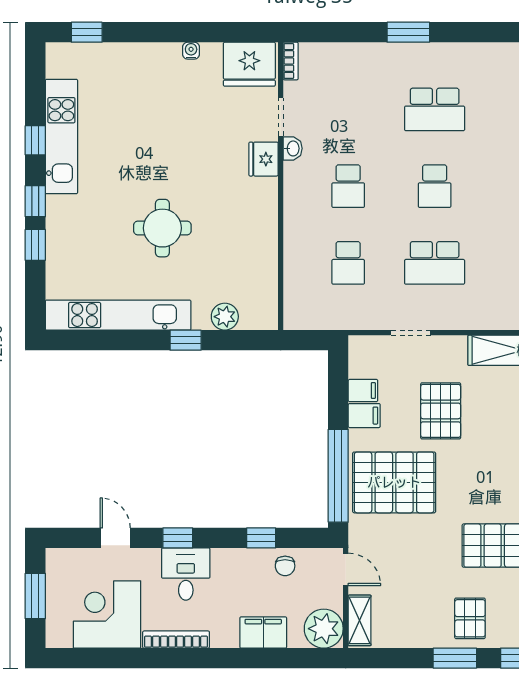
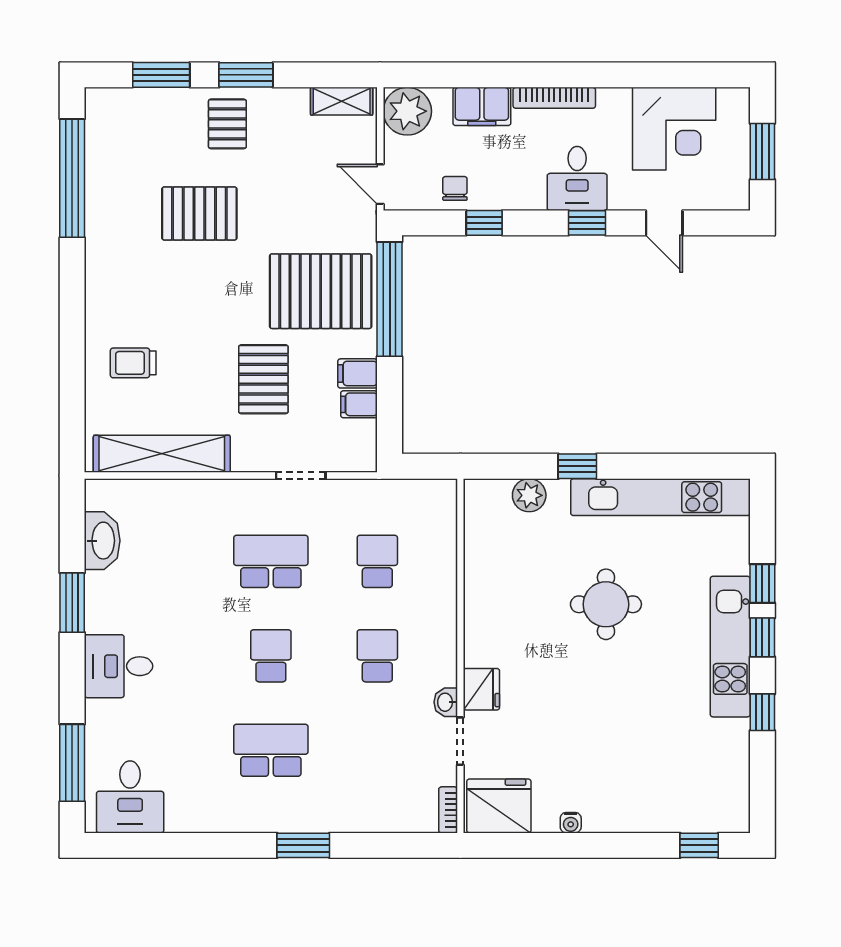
kitchen unit: (61, 137) -> (730, 647), moved
shelving: (360, 620) -> (342, 101), moved, turned 90
bookcase: (176, 640) -> (554, 98), moved

